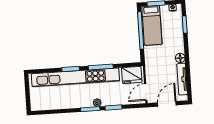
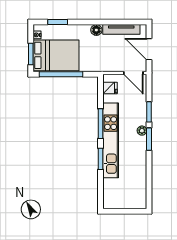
bed: (152, 25) -> (56, 55), width x1.50
fridge: (132, 75) -> (110, 88), width x0.53, depth x0.75
kitchen unit: (75, 77) -> (111, 140), width x0.73

